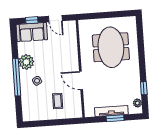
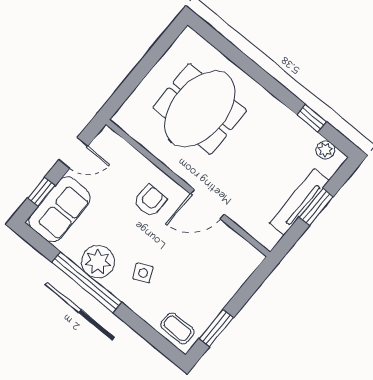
meeting table: (111, 47) -> (200, 109), turned 90
armchair: (64, 60) -> (150, 201), added
window: (17, 77) -> (87, 282), moved
coffee table: (58, 101) -> (177, 328), moved
window: (42, 123) -> (216, 328), added

